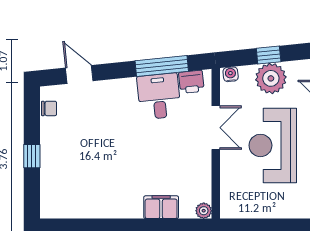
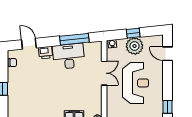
printer: (191, 82) -> (45, 53), moved
desk: (159, 96) -> (69, 56), width x1.37
reception desk: (273, 145) -> (136, 83), turned 180

